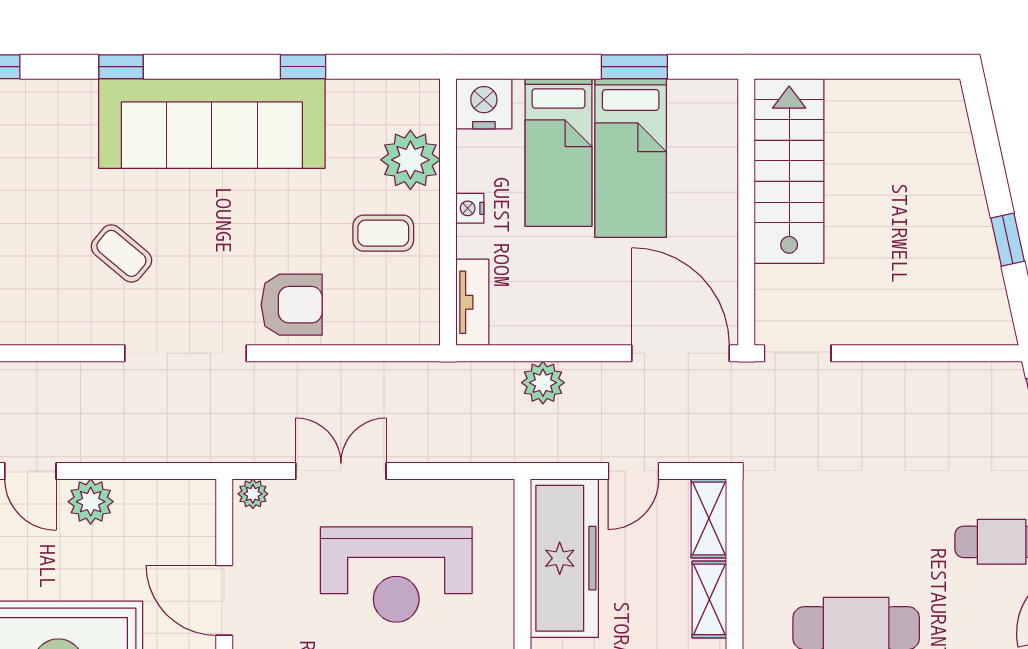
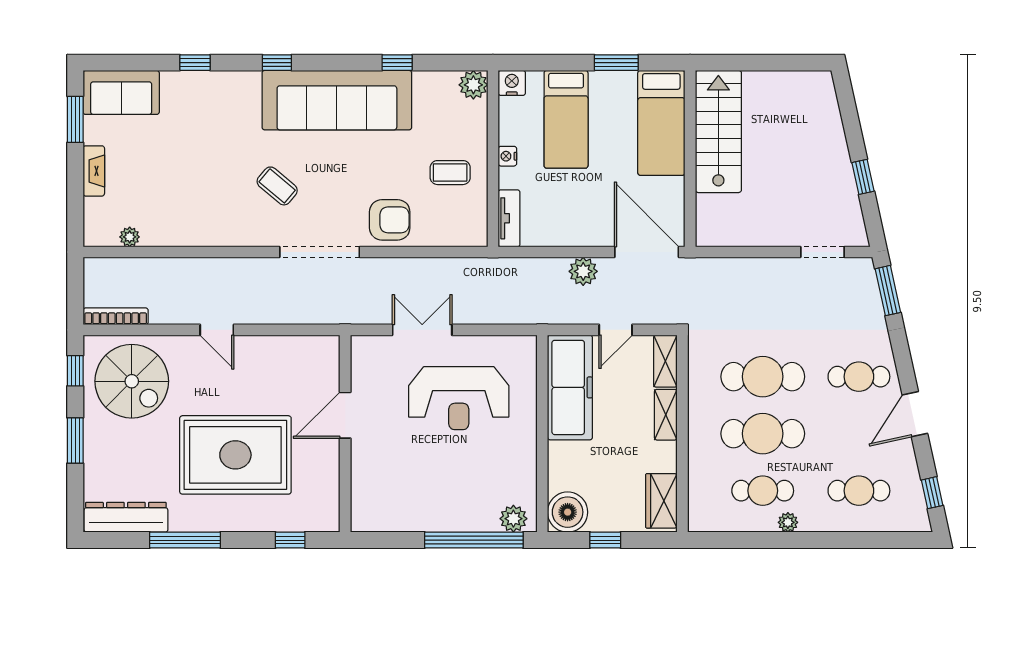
nightstand: (484, 104) -> (512, 83), width x0.74, depth x0.75
bed: (631, 158) -> (661, 123), moved
plant: (410, 160) -> (473, 85), moved, width x0.73, depth x0.73
doorway: (798, 353) -> (822, 252), moved
plant: (543, 383) -> (583, 271), moved
plant: (253, 494) -> (364, 345), removed
plant: (91, 502) -> (257, 350), removed
cafe table: (856, 542) -> (763, 377), added
door: (224, 600) -> (345, 415), hinge flipped

